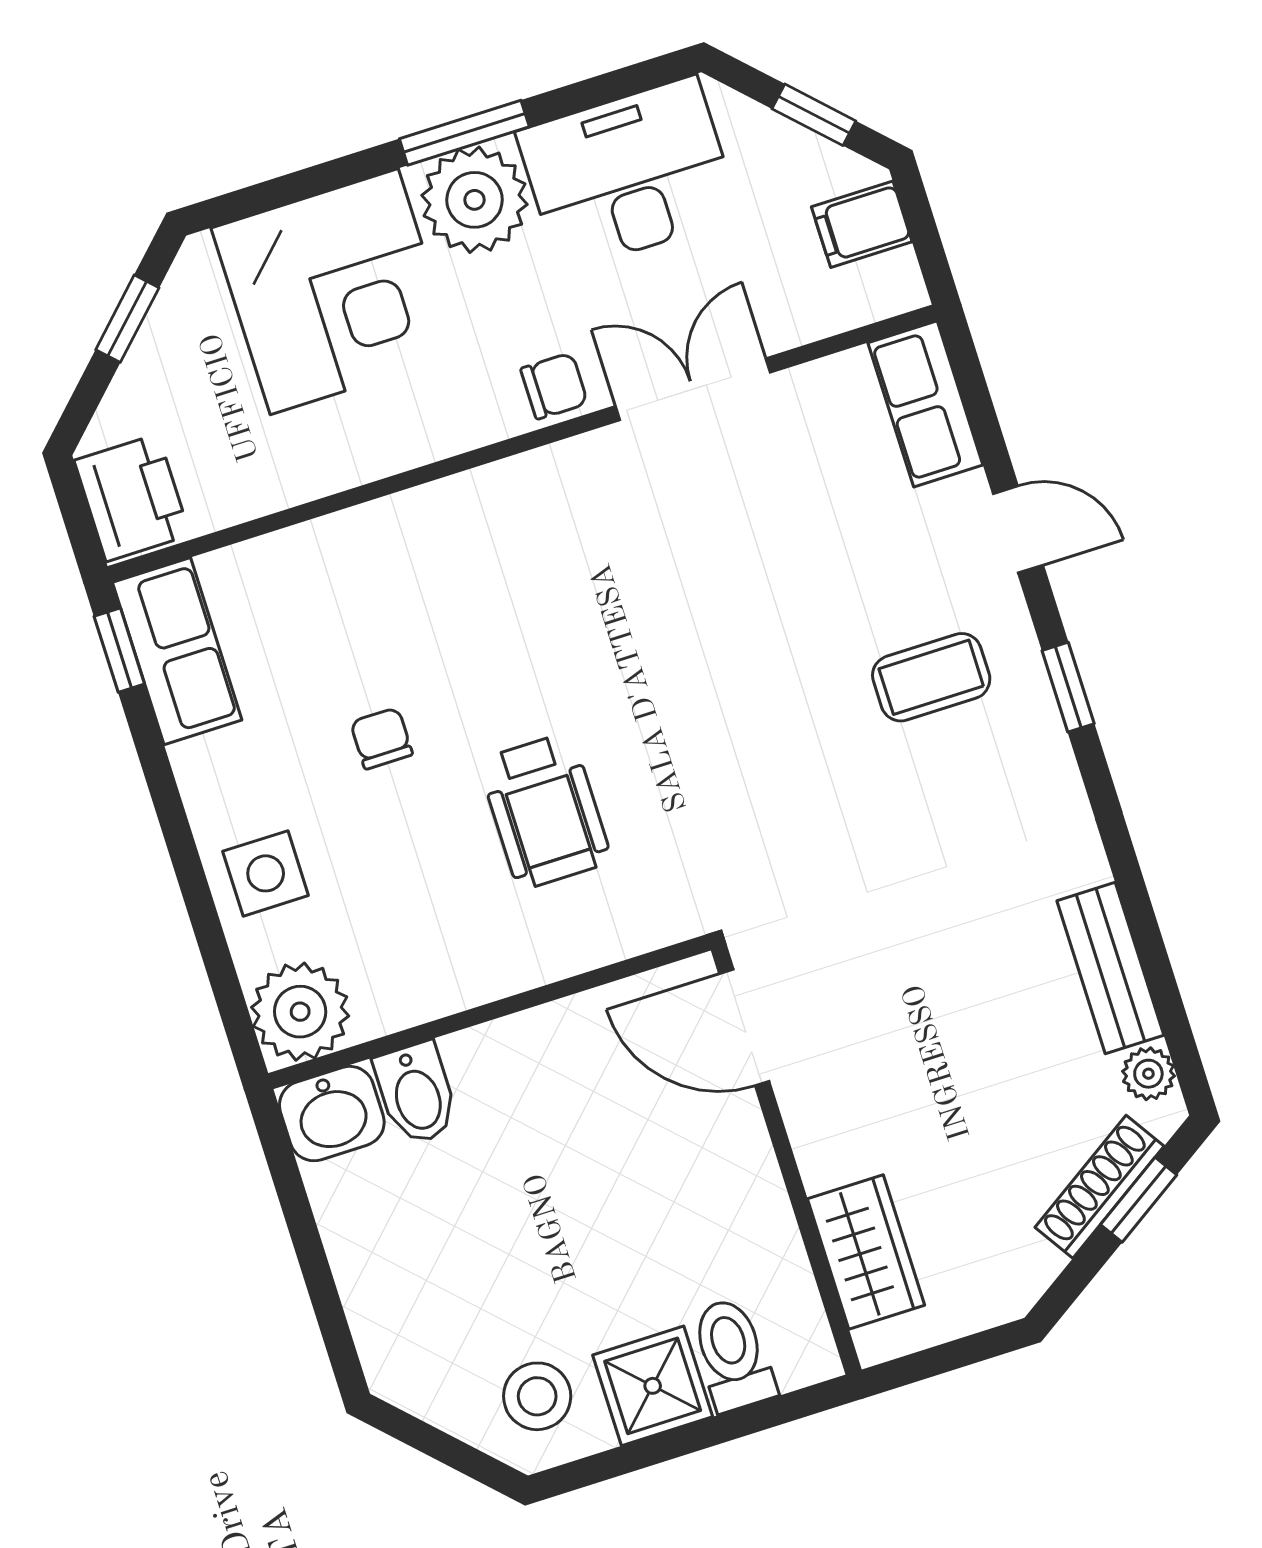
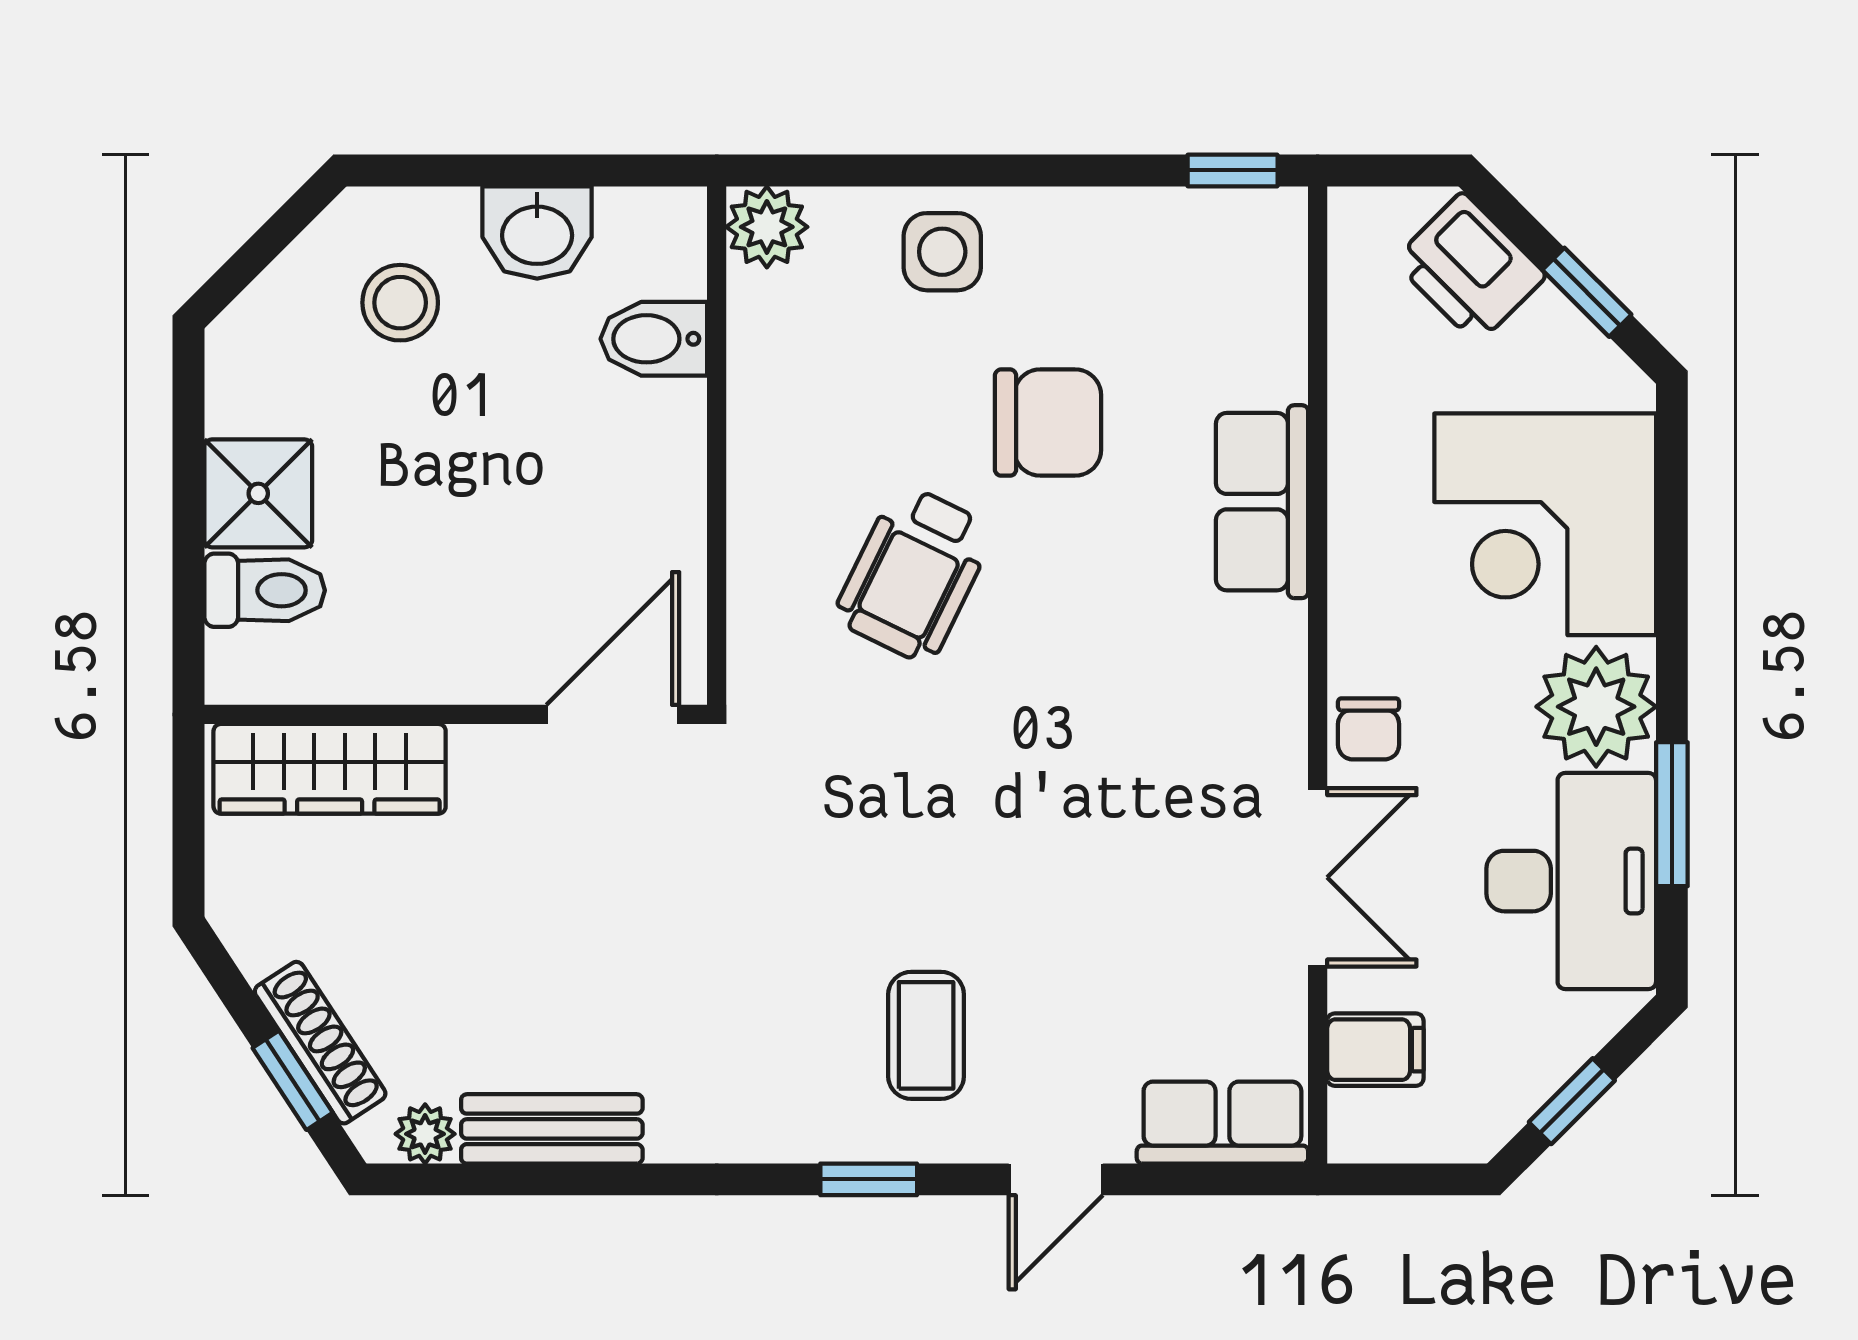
window: (464, 133) -> (1672, 814), moved
filing cabinet: (862, 224) -> (1375, 1050), moved, turned 90
printer: (132, 498) -> (1470, 268), moved, turned 45
row of seats: (177, 651) -> (1262, 502), moved, turned 90
chair: (381, 738) -> (1048, 423), width x1.87, depth x1.87
wheelchair: (545, 811) -> (914, 574), turned -64
plant: (300, 1012) -> (767, 227), width x0.73, depth x0.73
washbasin: (332, 1114) -> (537, 233), moved, turned -90
wardrobe: (866, 1252) -> (330, 769), width x1.50
stool: (537, 1396) -> (400, 303), moved

